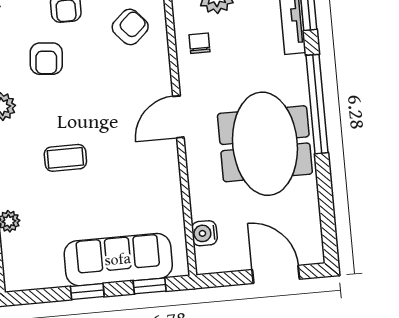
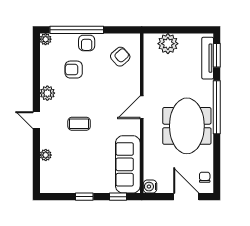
chair: (200, 43) -> (205, 177), moved
armchair: (46, 59) -> (74, 70), turned 85
water cooler: (204, 233) -> (150, 187), moved
sofa: (118, 260) -> (128, 164), moved, turned -90

